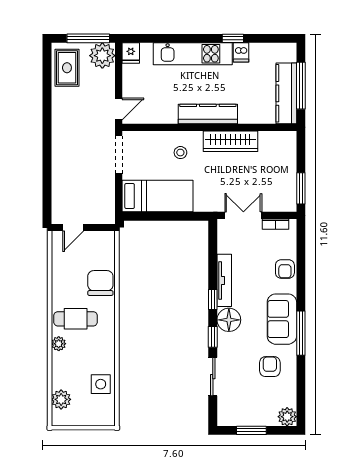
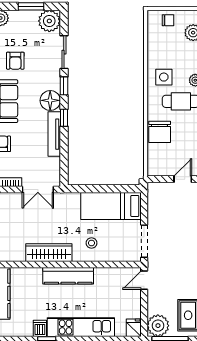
side table: (101, 384) -> (164, 77), moved
plant: (230, 413) -> (49, 21), added
chair: (91, 414) -> (168, 20), added

